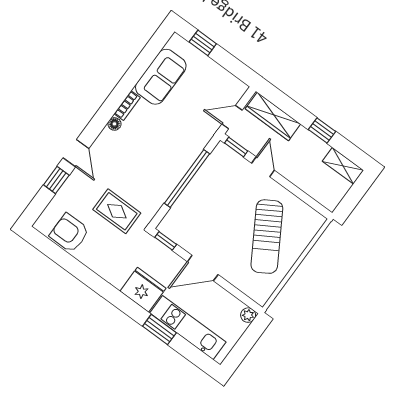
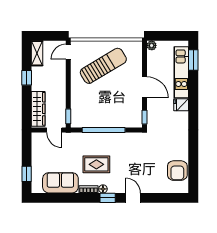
door: (76, 153) -> (133, 198), hinge flipped
door: (263, 167) -> (68, 52), moved
window: (56, 180) -> (108, 198), moved
rug: (117, 211) -> (96, 164), moved, turned 90
fridge: (143, 290) -> (181, 105), width x0.53, depth x0.75
window: (159, 330) -> (193, 60), moved

